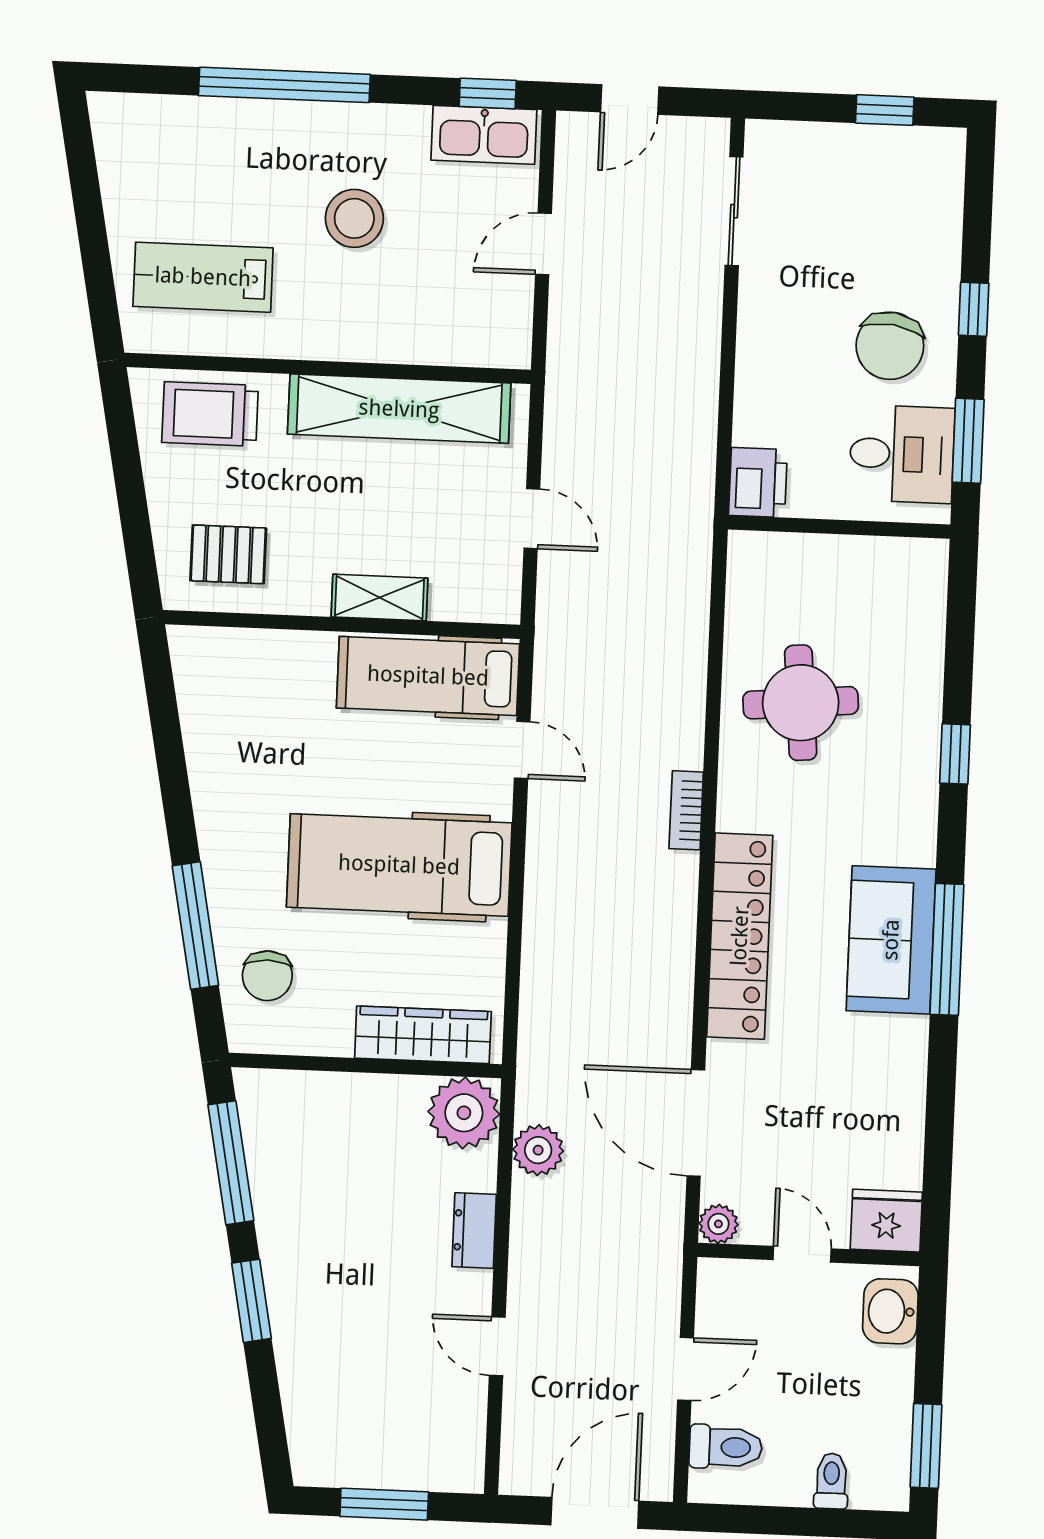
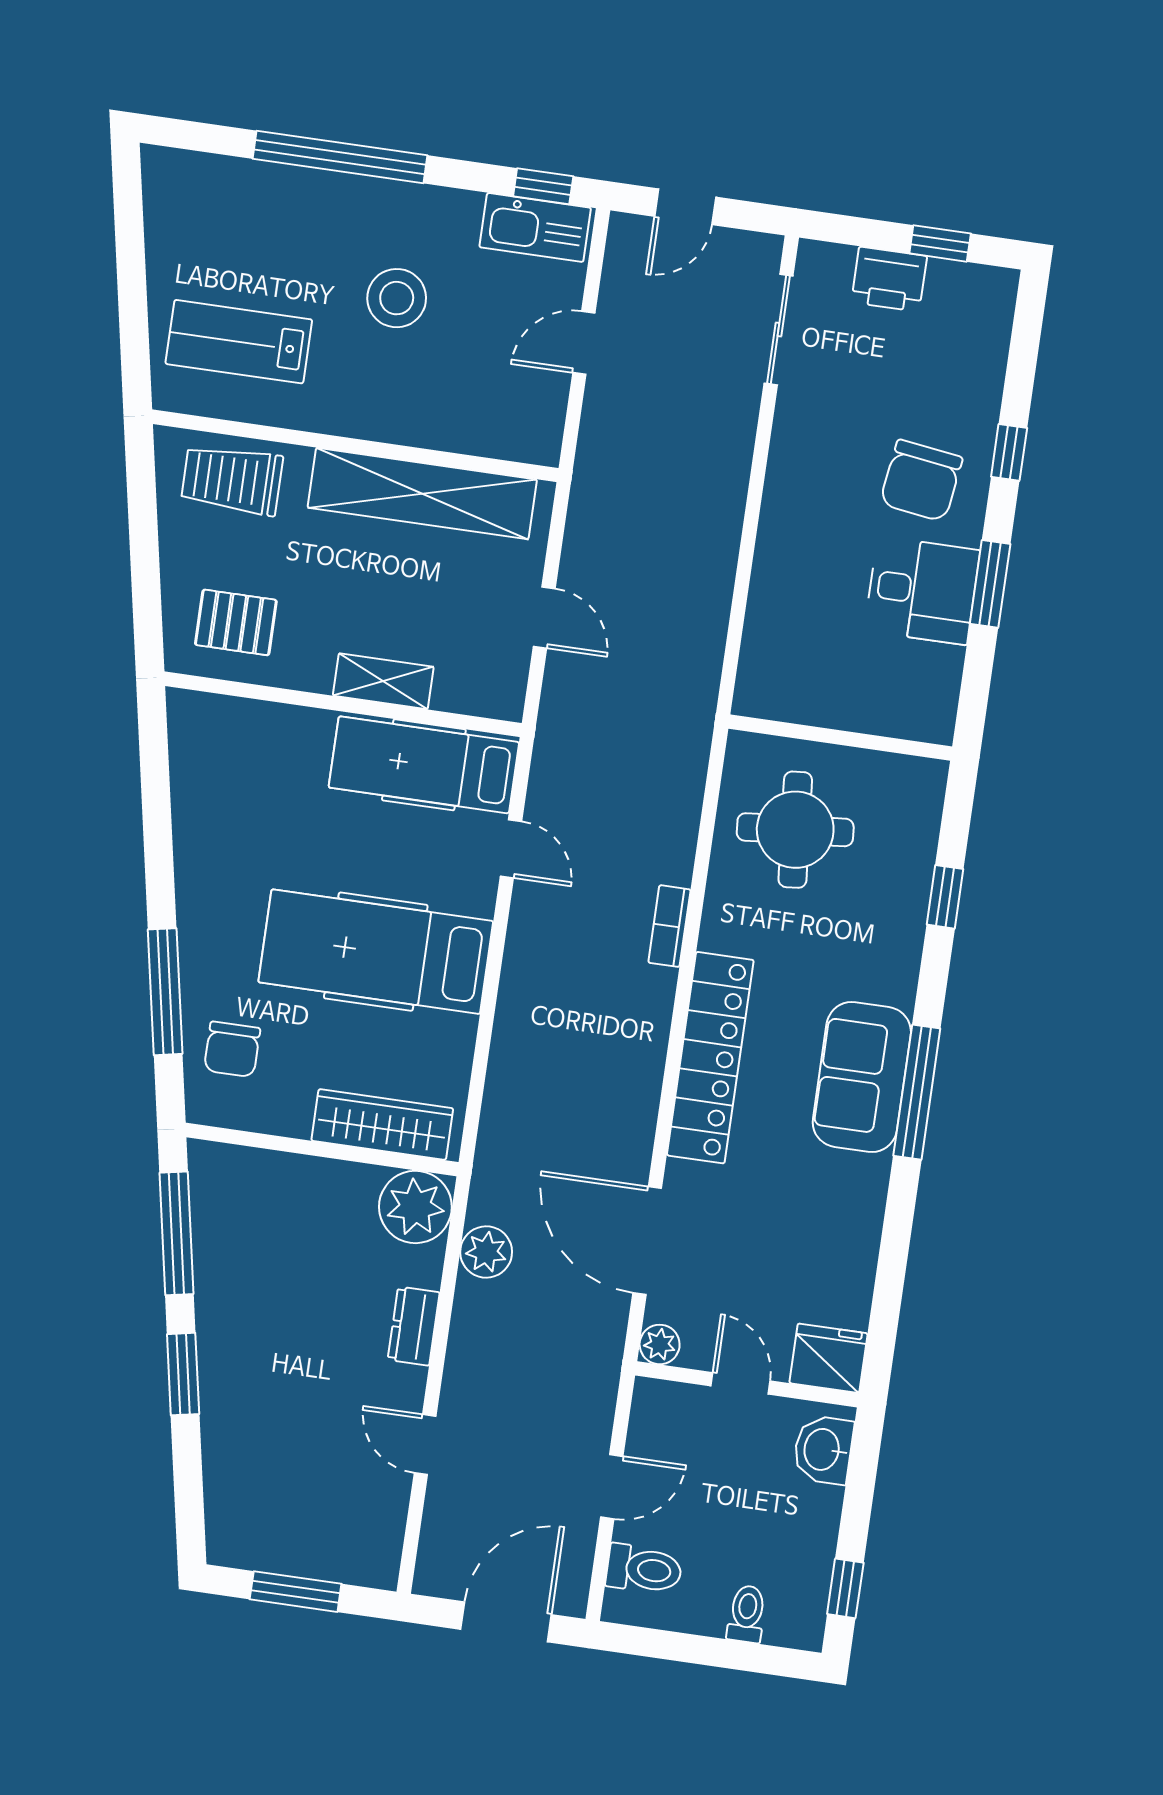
printer: (758, 482) -> (889, 279), moved, turned 90
wall: (839, 527) -> (840, 738), moved
window: (926, 1446) -> (845, 1588), width x0.67

